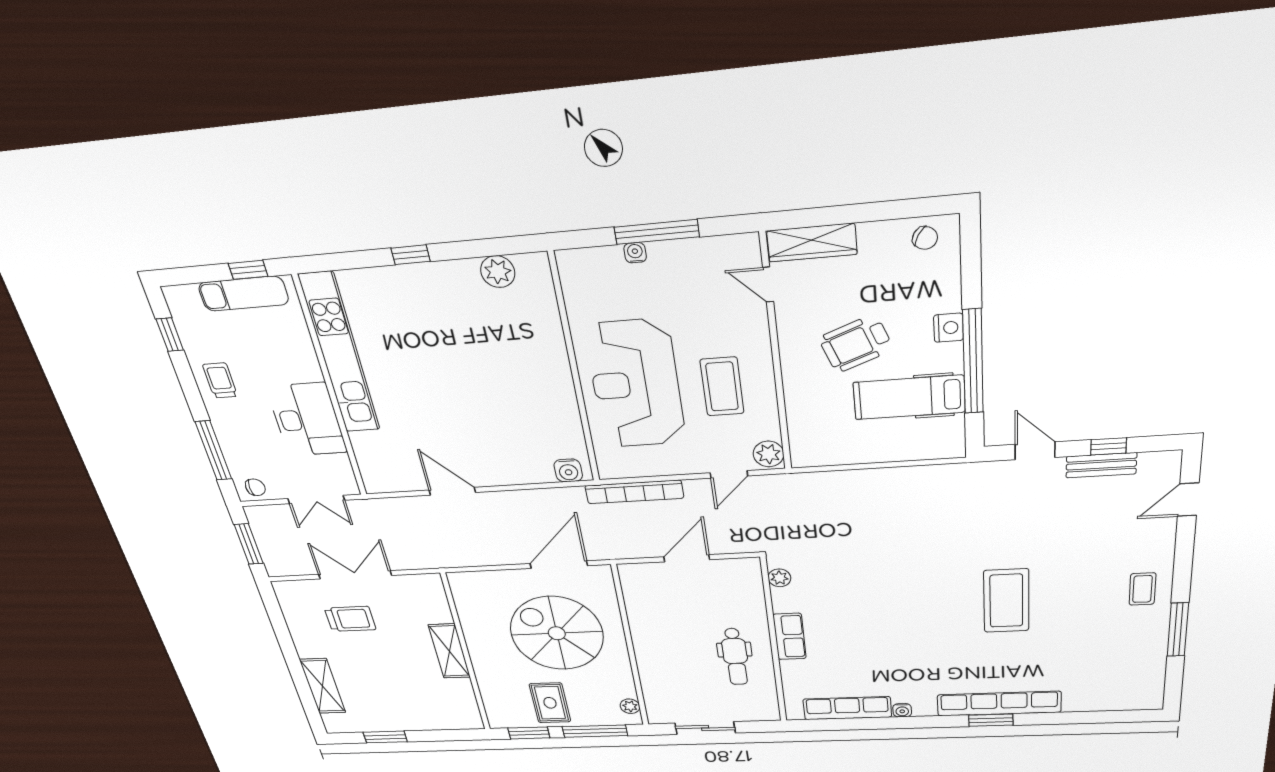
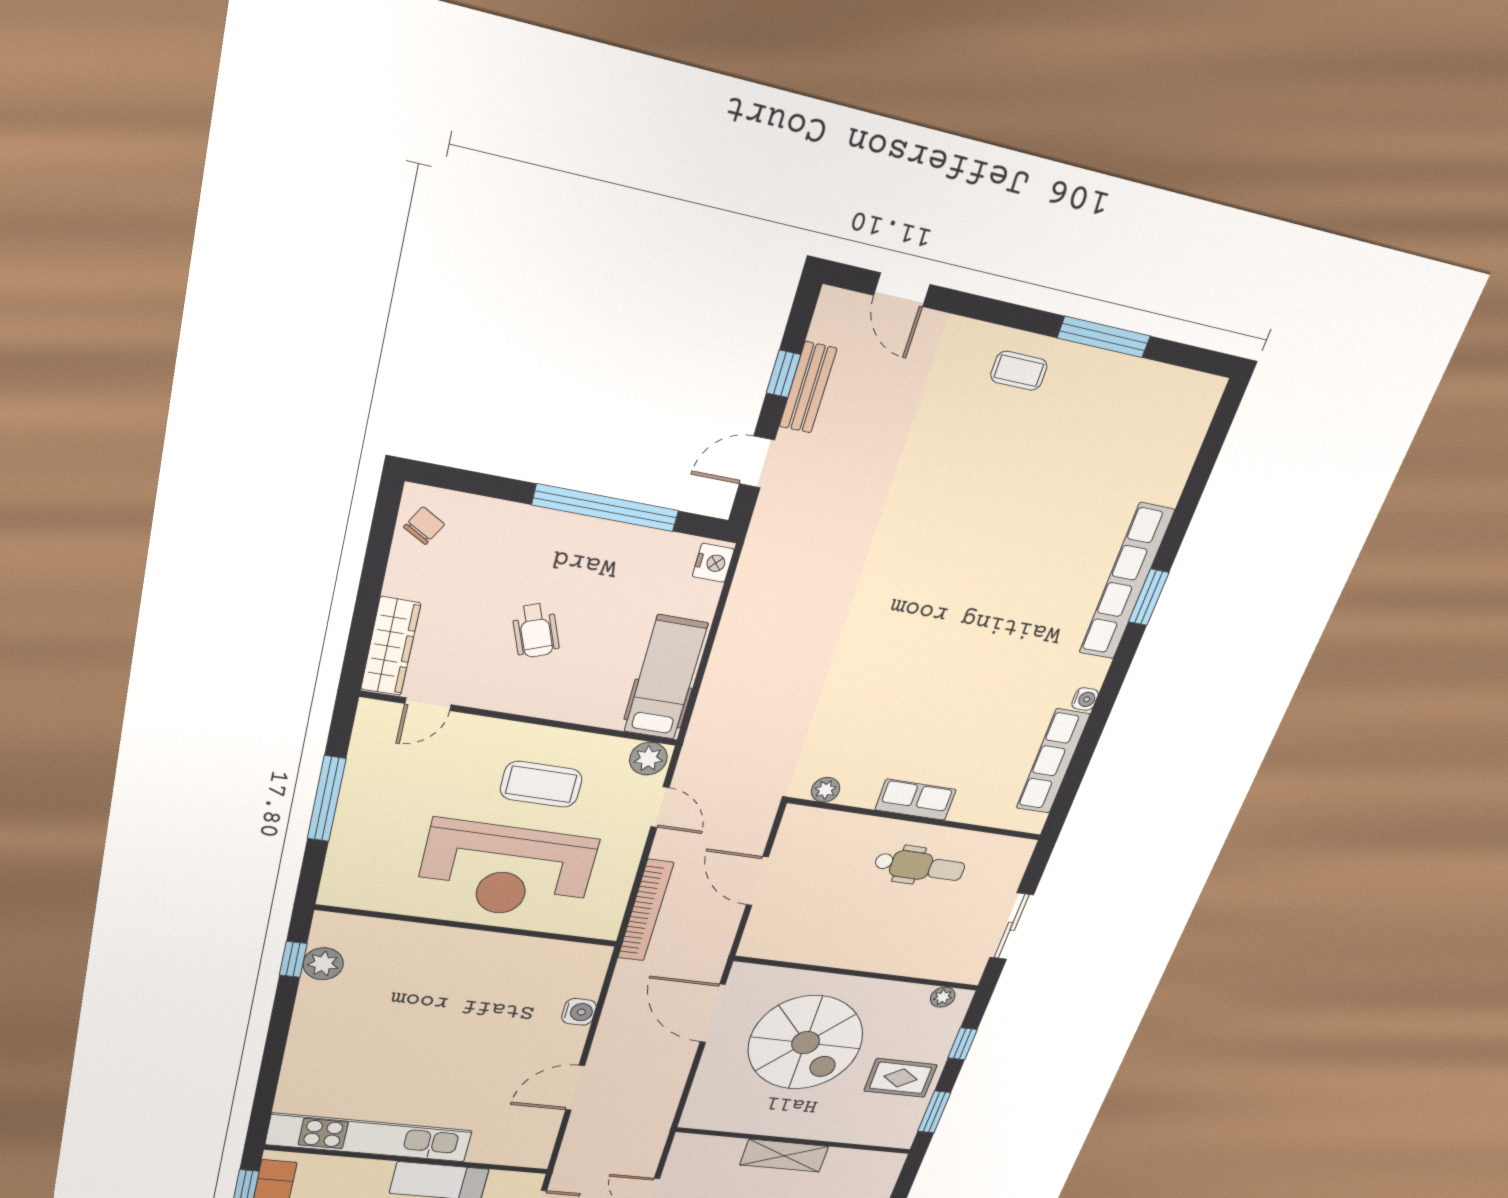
water cooler: (635, 253) -> (344, 827), removed
window: (410, 255) -> (293, 959), moved
nightstand: (948, 328) -> (713, 563), moved, turned 90
wheelchair: (856, 344) -> (536, 631), width x0.73, depth x0.73
hospital bed: (909, 397) -> (666, 678), moved, turned 180
water cooler: (568, 470) -> (579, 1012), moved
coffee table: (1006, 601) -> (967, 540), removed
spiral stairs: (557, 633) -> (806, 1043), turned -90
window: (595, 731) -> (963, 1044), width x0.46

